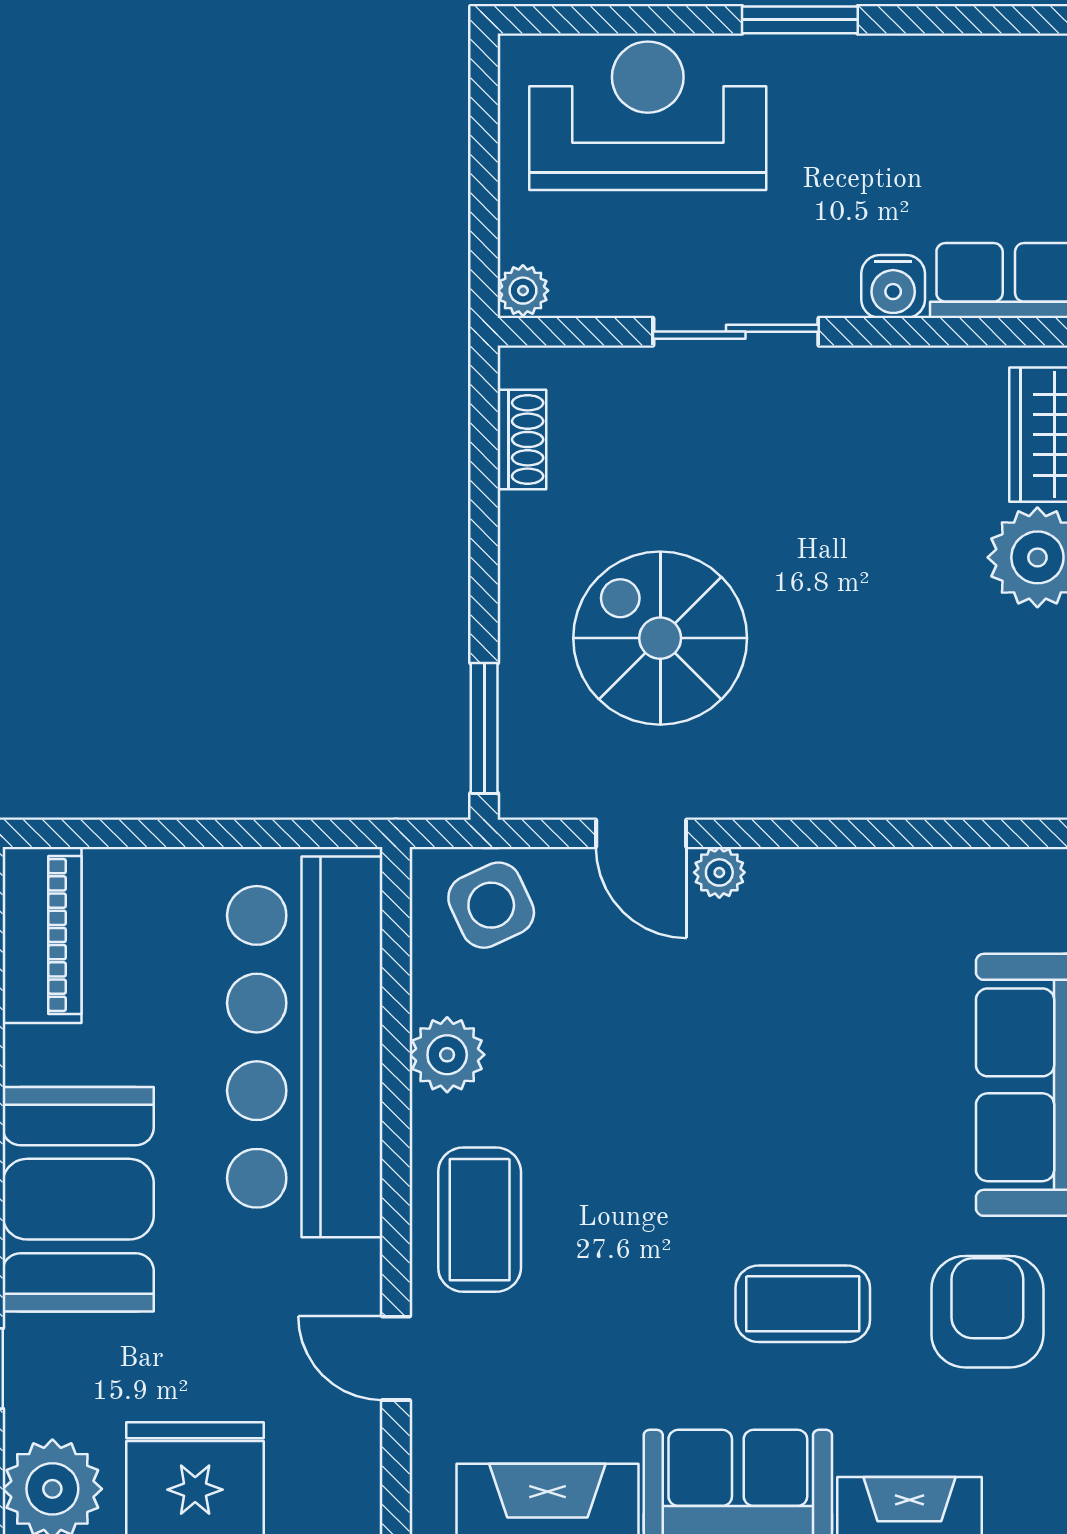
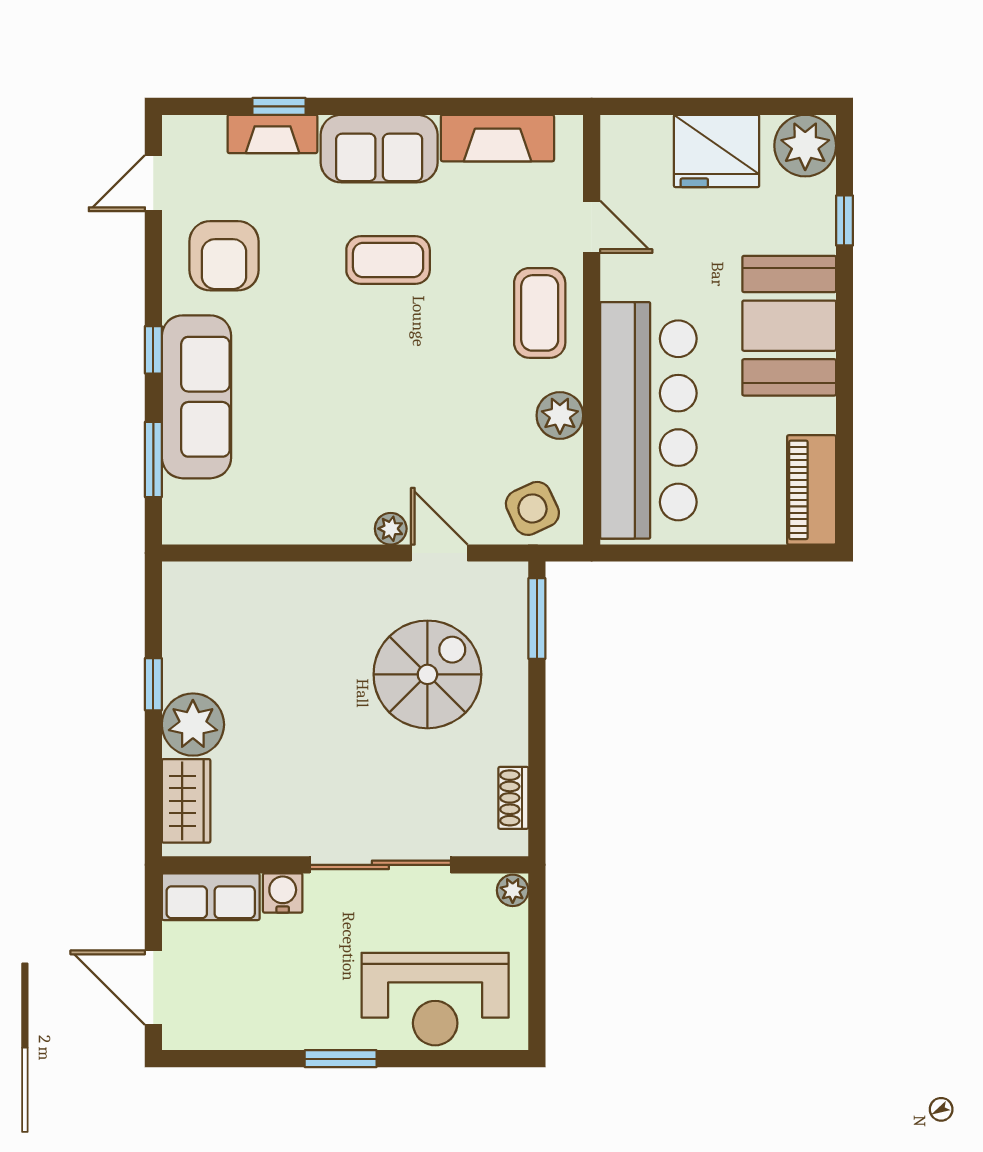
sliding door: (736, 332) -> (380, 865), width x1.37
spiral stairs: (660, 638) -> (427, 674), turned -90
coffee table: (803, 1304) -> (388, 260), moved

